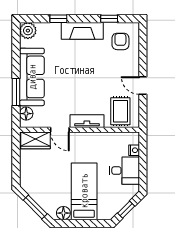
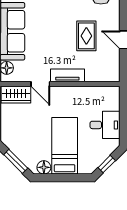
rug: (120, 111) -> (86, 36), moved
nightstand: (134, 150) -> (115, 105), removed

